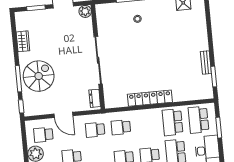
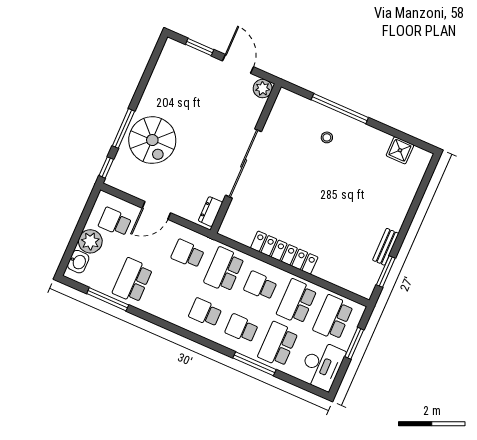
wardrobe: (23, 41) -> (157, 82), removed
spiral stairs: (39, 76) -> (152, 140), turned 90
door: (63, 115) -> (156, 210), hinge flipped
school desk: (147, 125) -> (260, 286), added
school desk: (121, 127) -> (224, 270), width x1.85

